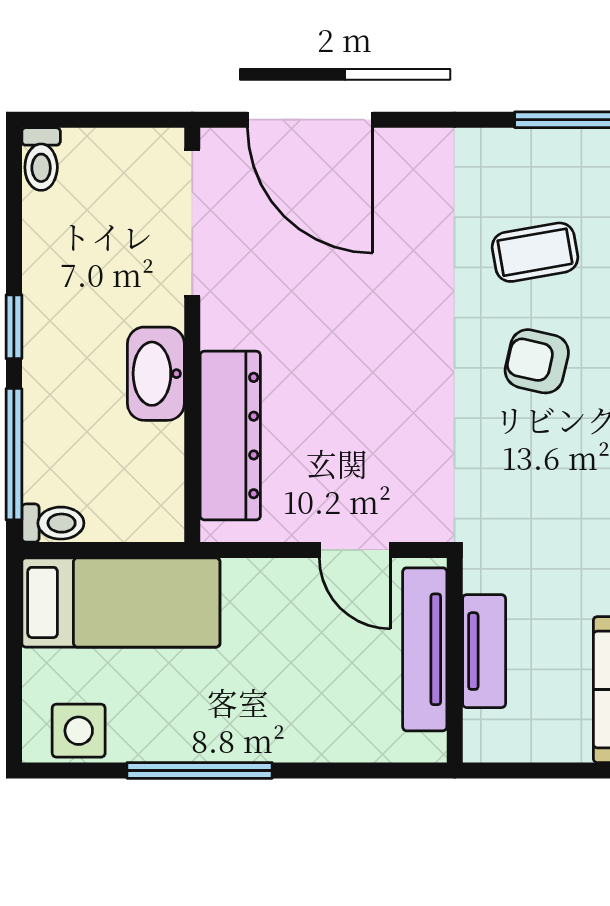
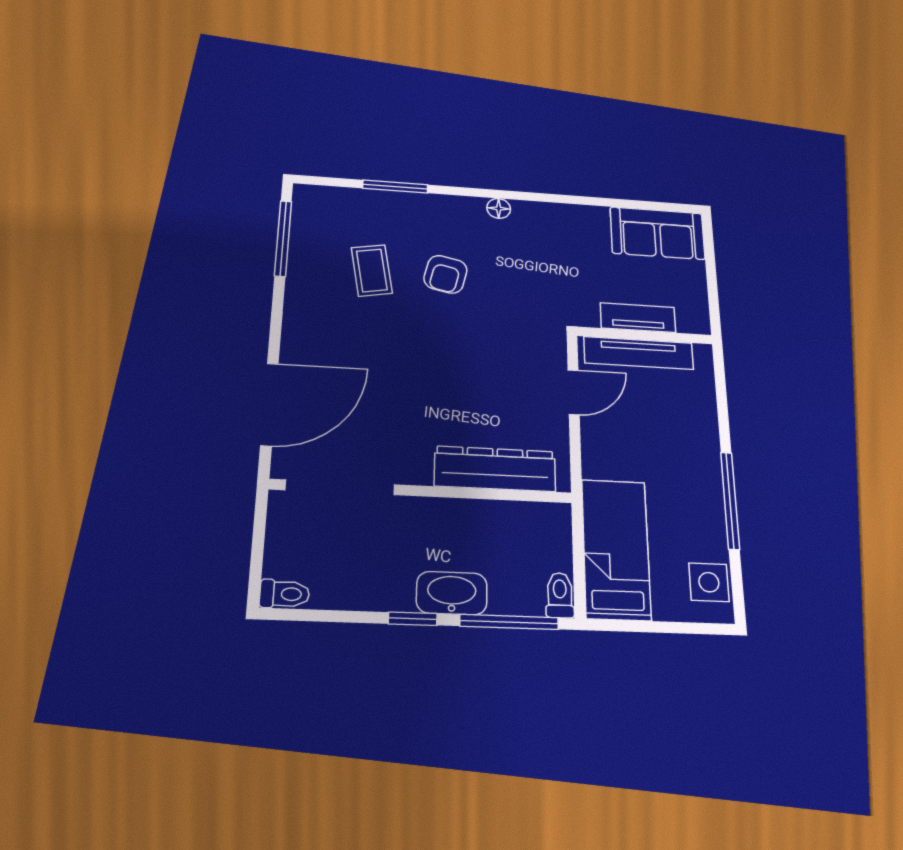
washbasin: (156, 374) -> (452, 593), moved, turned 180

